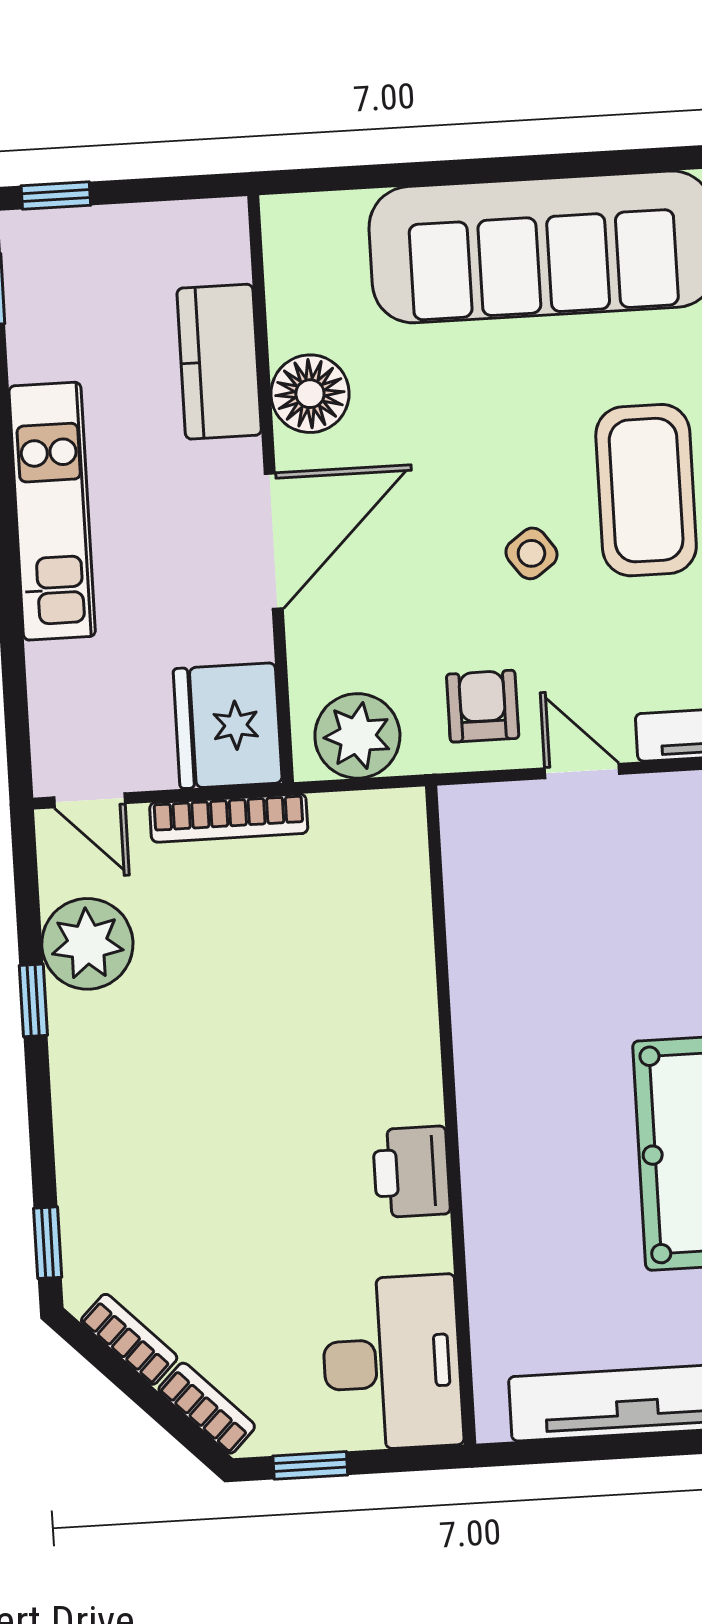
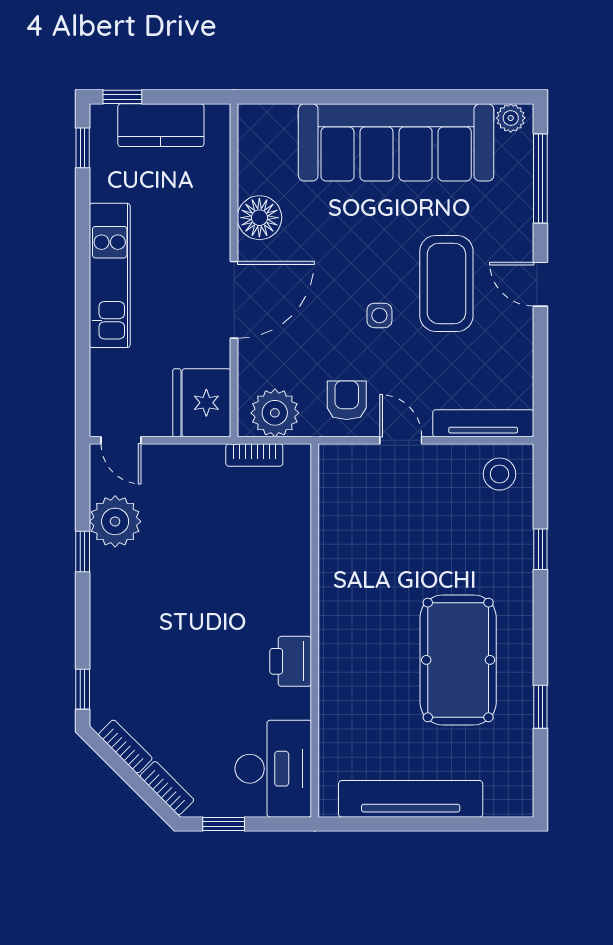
kitchen counter: (219, 362) -> (161, 125), moved, turned -90
side table: (531, 553) -> (379, 315), turned 36
bookcase: (229, 818) -> (254, 455), moved, width x0.64

